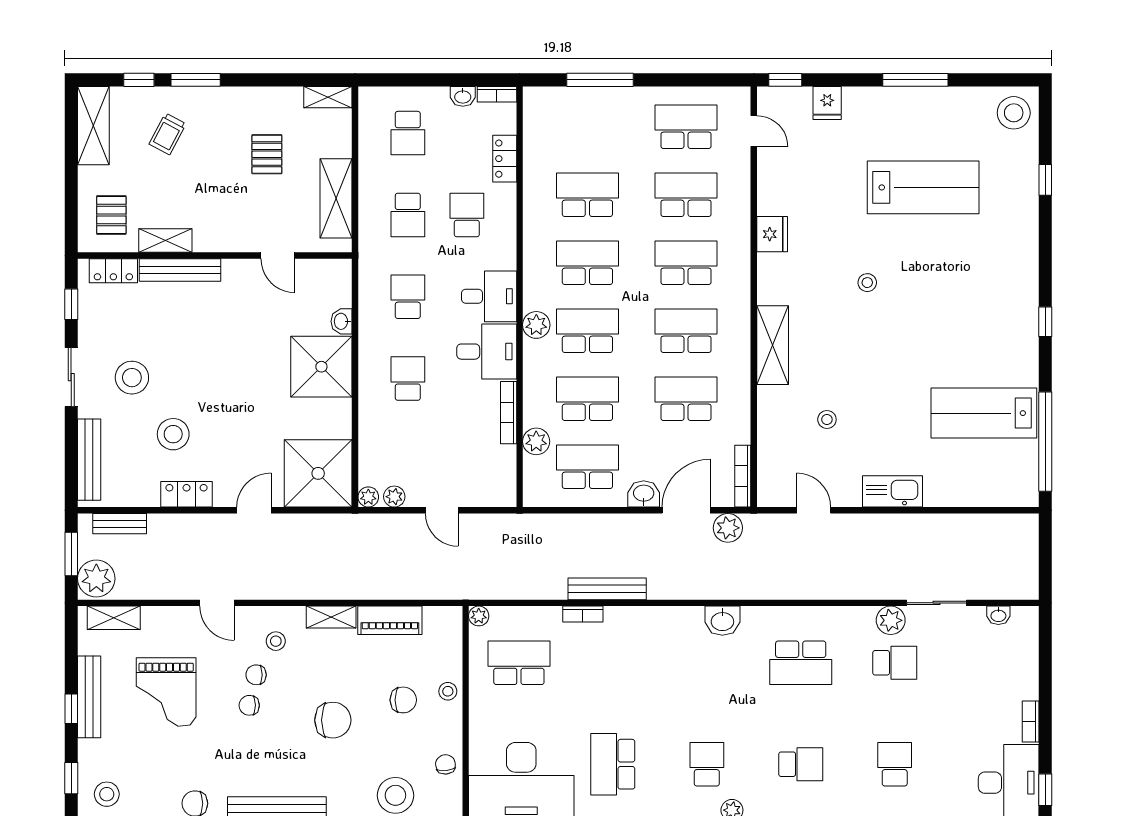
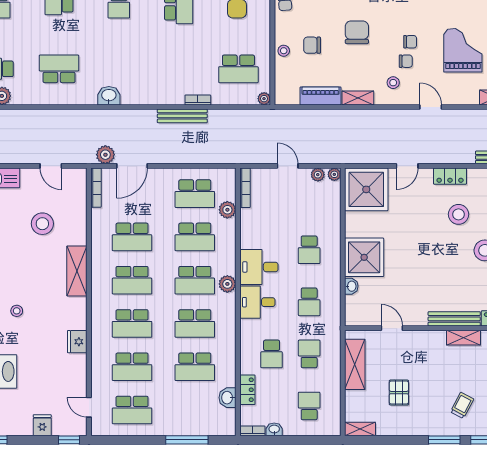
bookcase: (509, 413) -> (245, 188), moved
stool: (827, 420) -> (42, 224), width x1.89, depth x1.89
washbasin: (644, 494) -> (228, 398), moved, turned 90
chair: (333, 720) -> (357, 32), turned 90

